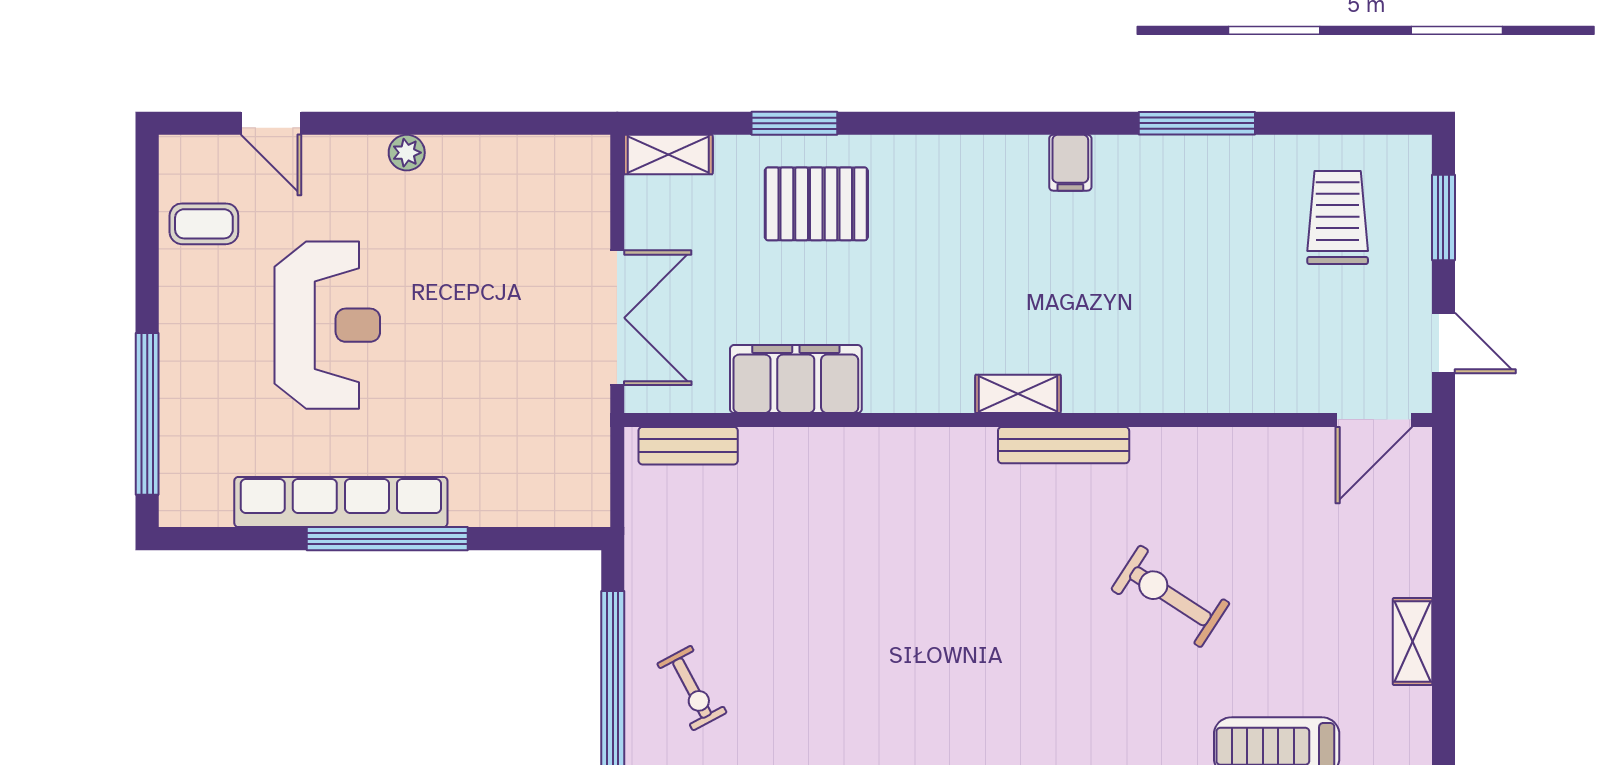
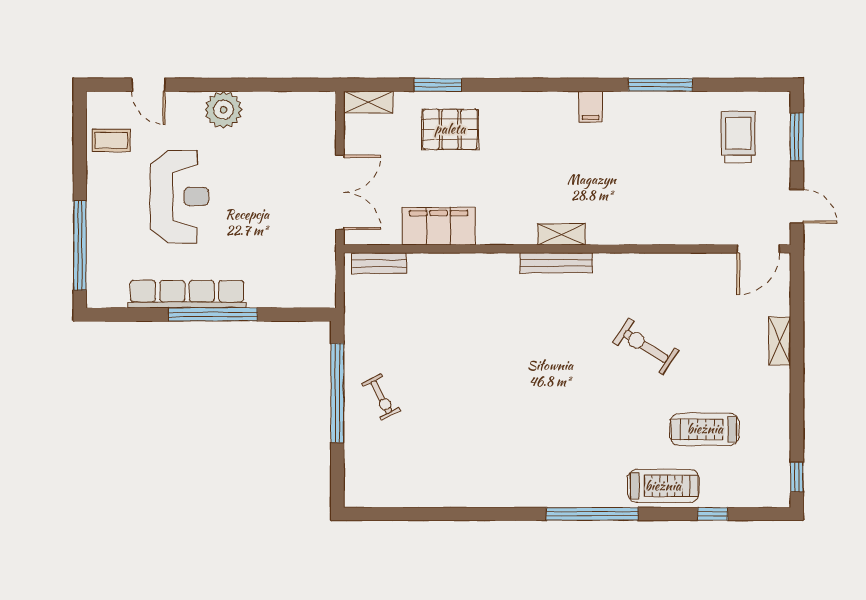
plant: (407, 153) -> (223, 110), width x1.87, depth x1.87
bench: (1064, 445) -> (556, 263), moved
shelving: (1412, 642) -> (780, 341), moved

